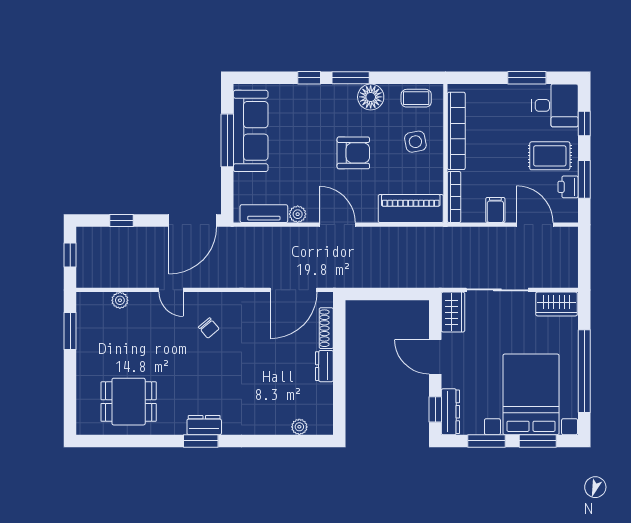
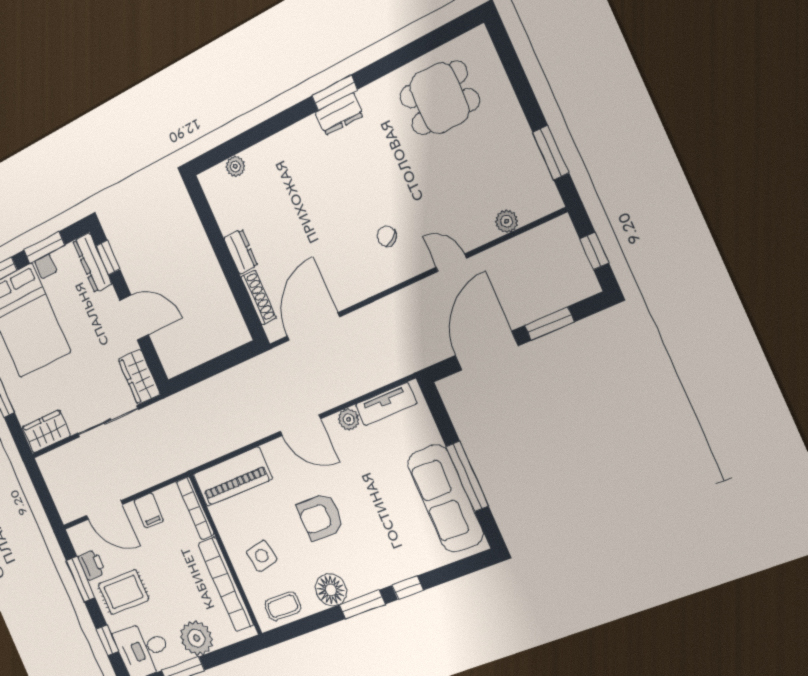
plant: (502, 99) -> (197, 638), added
window: (122, 221) -> (549, 324), width x1.50
door: (193, 221) -> (487, 351), moved

